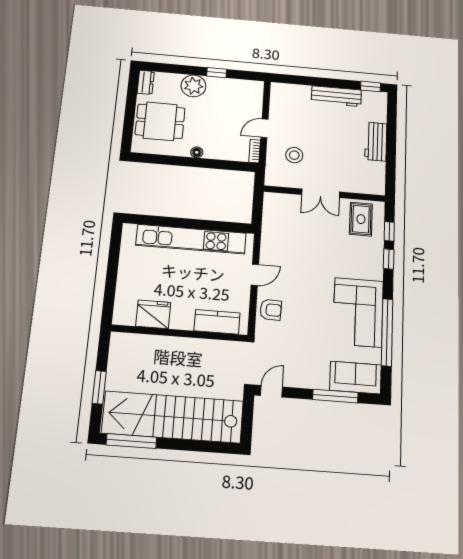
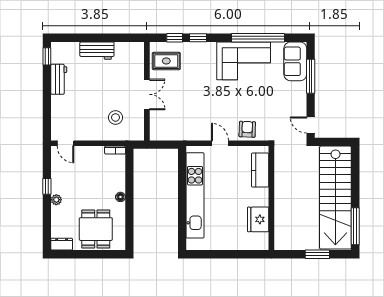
plant: (193, 86) -> (56, 200), width x0.53, depth x0.53
workbench: (336, 96) -> (59, 79), width x0.73
door: (264, 128) -> (66, 143), moved

